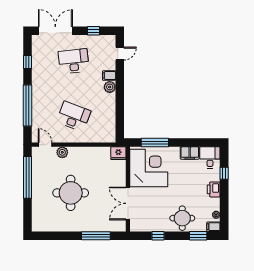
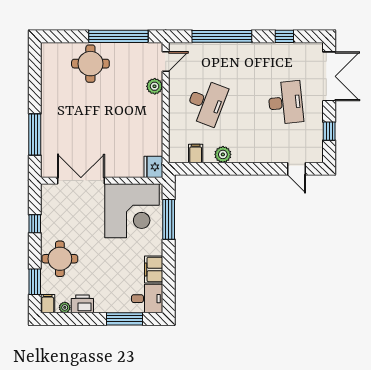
filing cabinet: (109, 76) -> (196, 153), moved
plant: (110, 87) -> (223, 154), moved
window: (224, 173) -> (124, 319), width x2.17
printer: (214, 189) -> (82, 304), moved
round table: (71, 193) -> (90, 64), moved, width x0.73, depth x0.73

